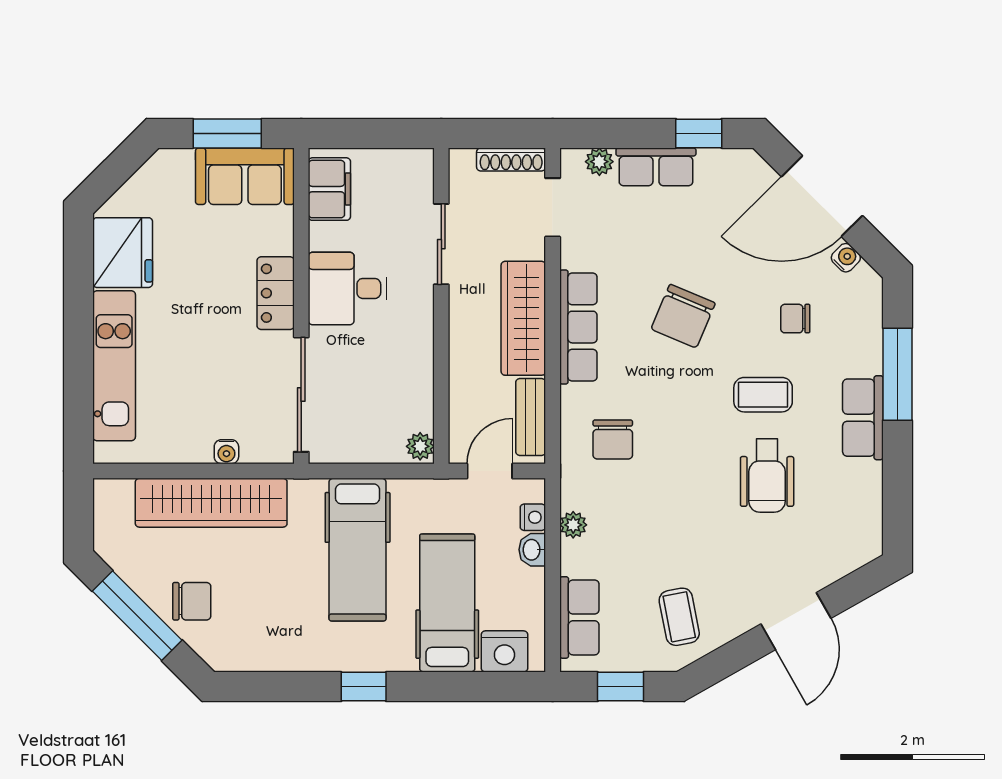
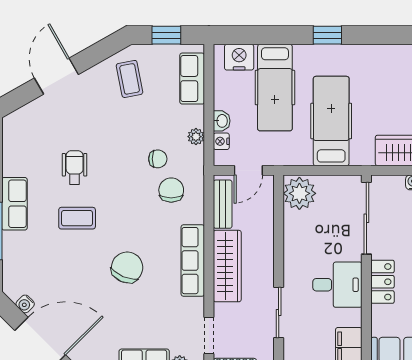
chair: (795, 319) -> (158, 159), moved
plant: (420, 446) -> (299, 193), width x1.88, depth x1.88
wheelchair: (767, 476) -> (75, 167), width x0.73, depth x0.73

